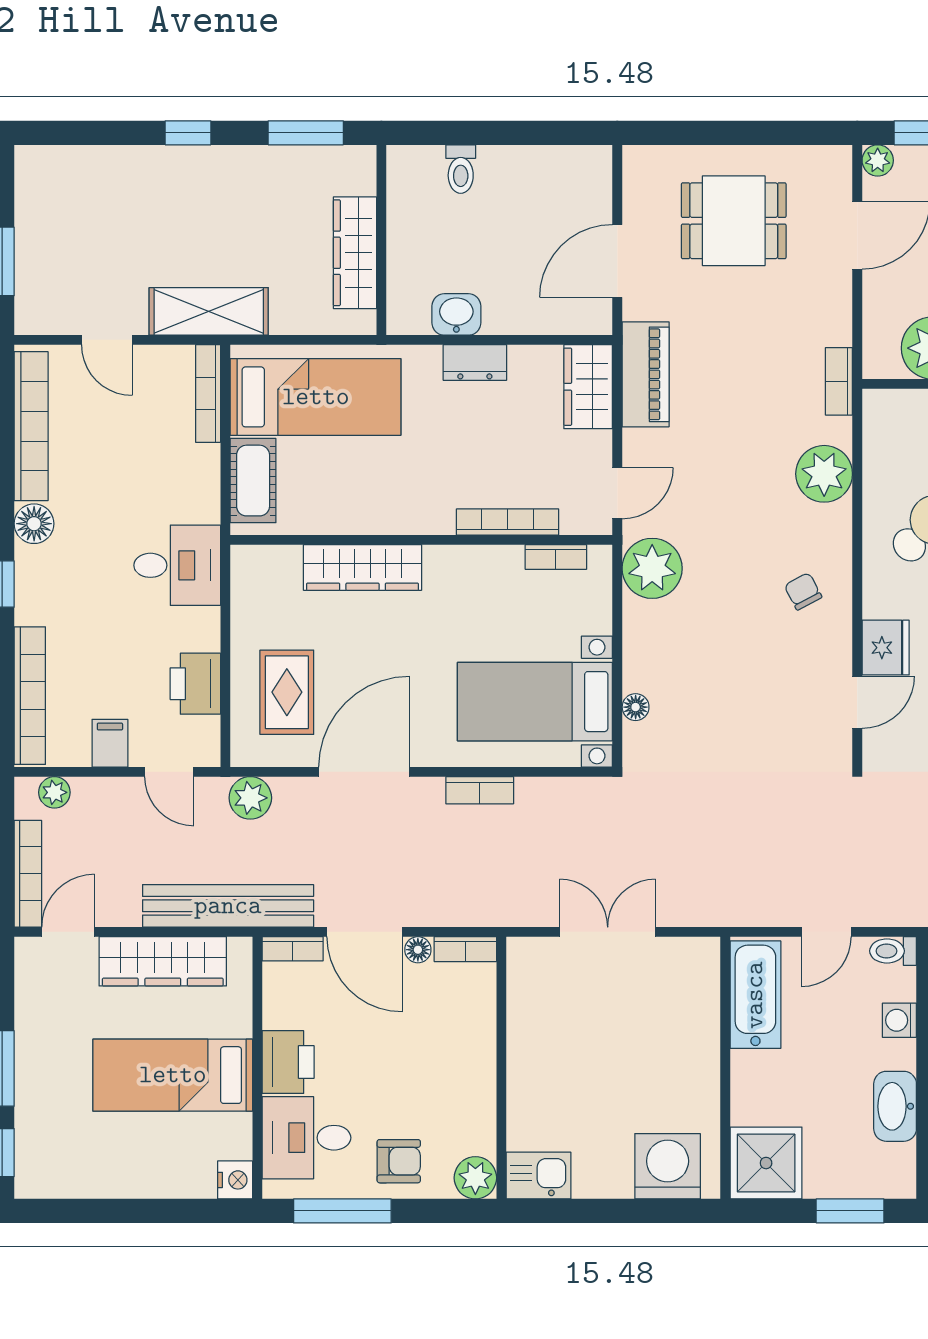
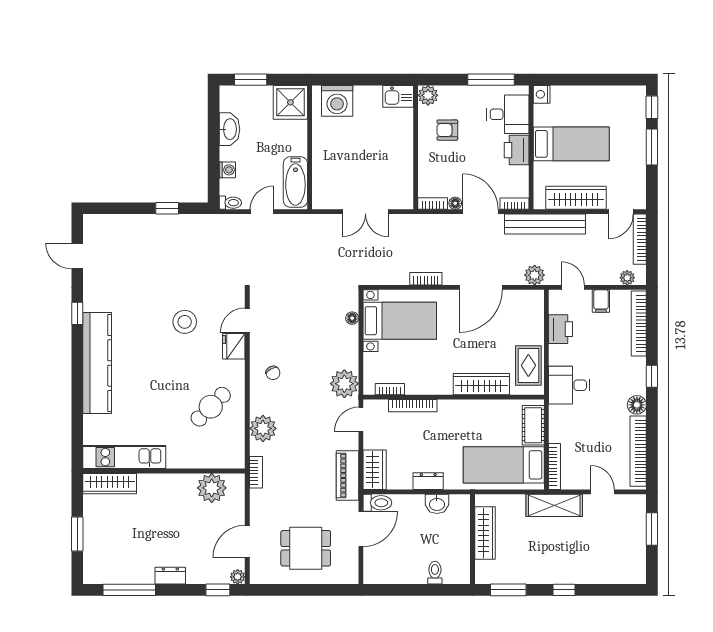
toilet: (582, 317) -> (377, 503), added
rug: (287, 692) -> (528, 365), moved
armchair: (399, 1161) -> (447, 130), moved

